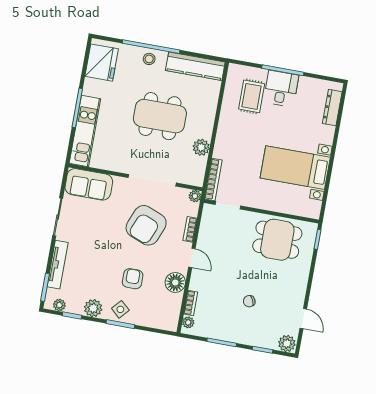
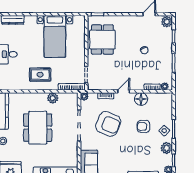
rug: (252, 96) -> (40, 75), moved

